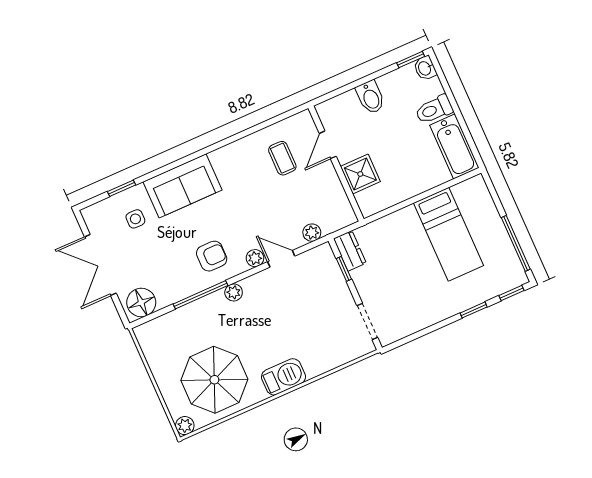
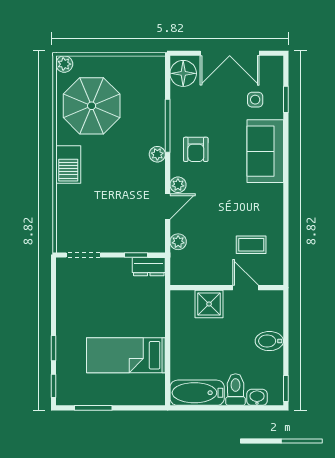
washbasin: (425, 68) -> (257, 397), moved
window: (516, 243) -> (93, 408), width x0.69
double door: (100, 265) -> (230, 53), swing flipped

